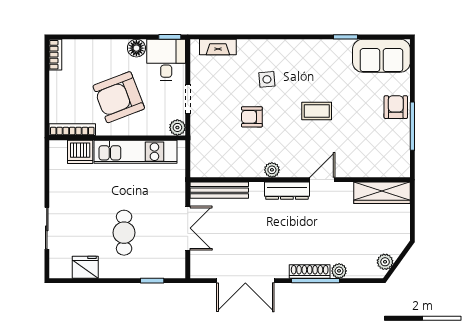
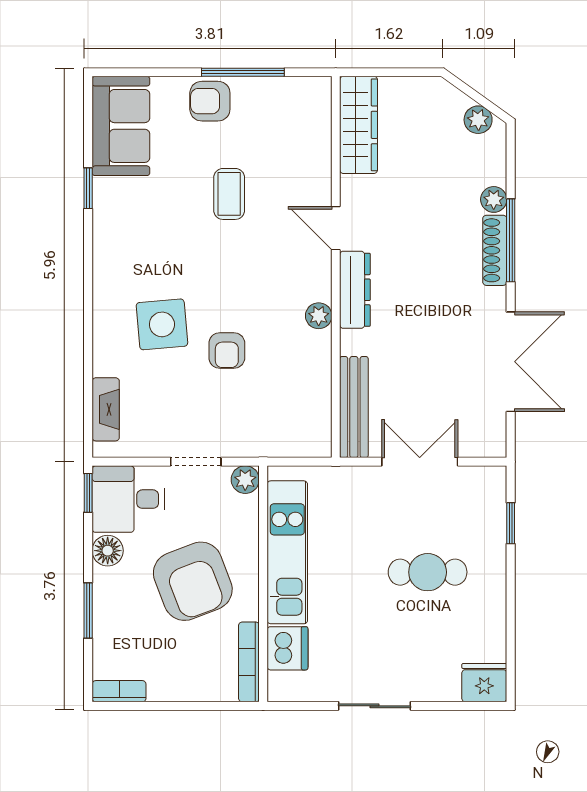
window: (102, 37) -> (88, 611), added
side table: (267, 79) -> (162, 324), width x1.87, depth x1.87
coffee table: (317, 111) -> (229, 194), moved
sliding door: (47, 228) -> (374, 706), moved
fridge: (85, 267) -> (484, 683), moved, turned 90

